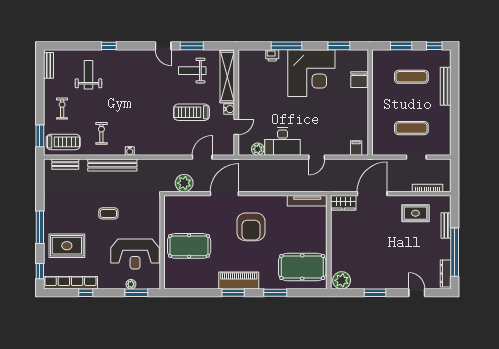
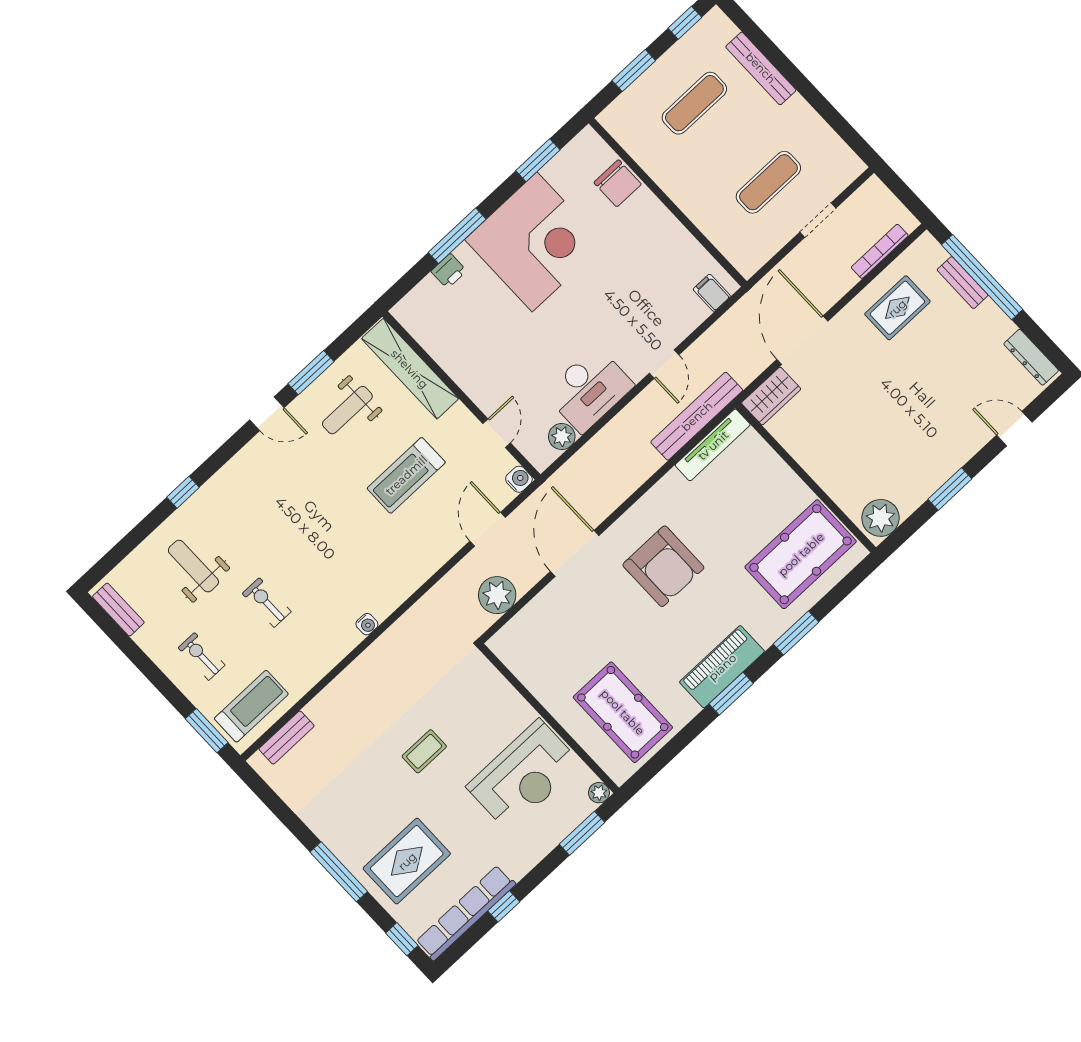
water cooler: (229, 109) -> (519, 479), moved
exercise bike: (101, 133) -> (267, 603), moved
bench: (112, 165) -> (697, 416), moved
pool table: (189, 246) -> (623, 712), moved, turned 90
window: (455, 252) -> (982, 277), moved
plant: (131, 284) -> (599, 793), moved

